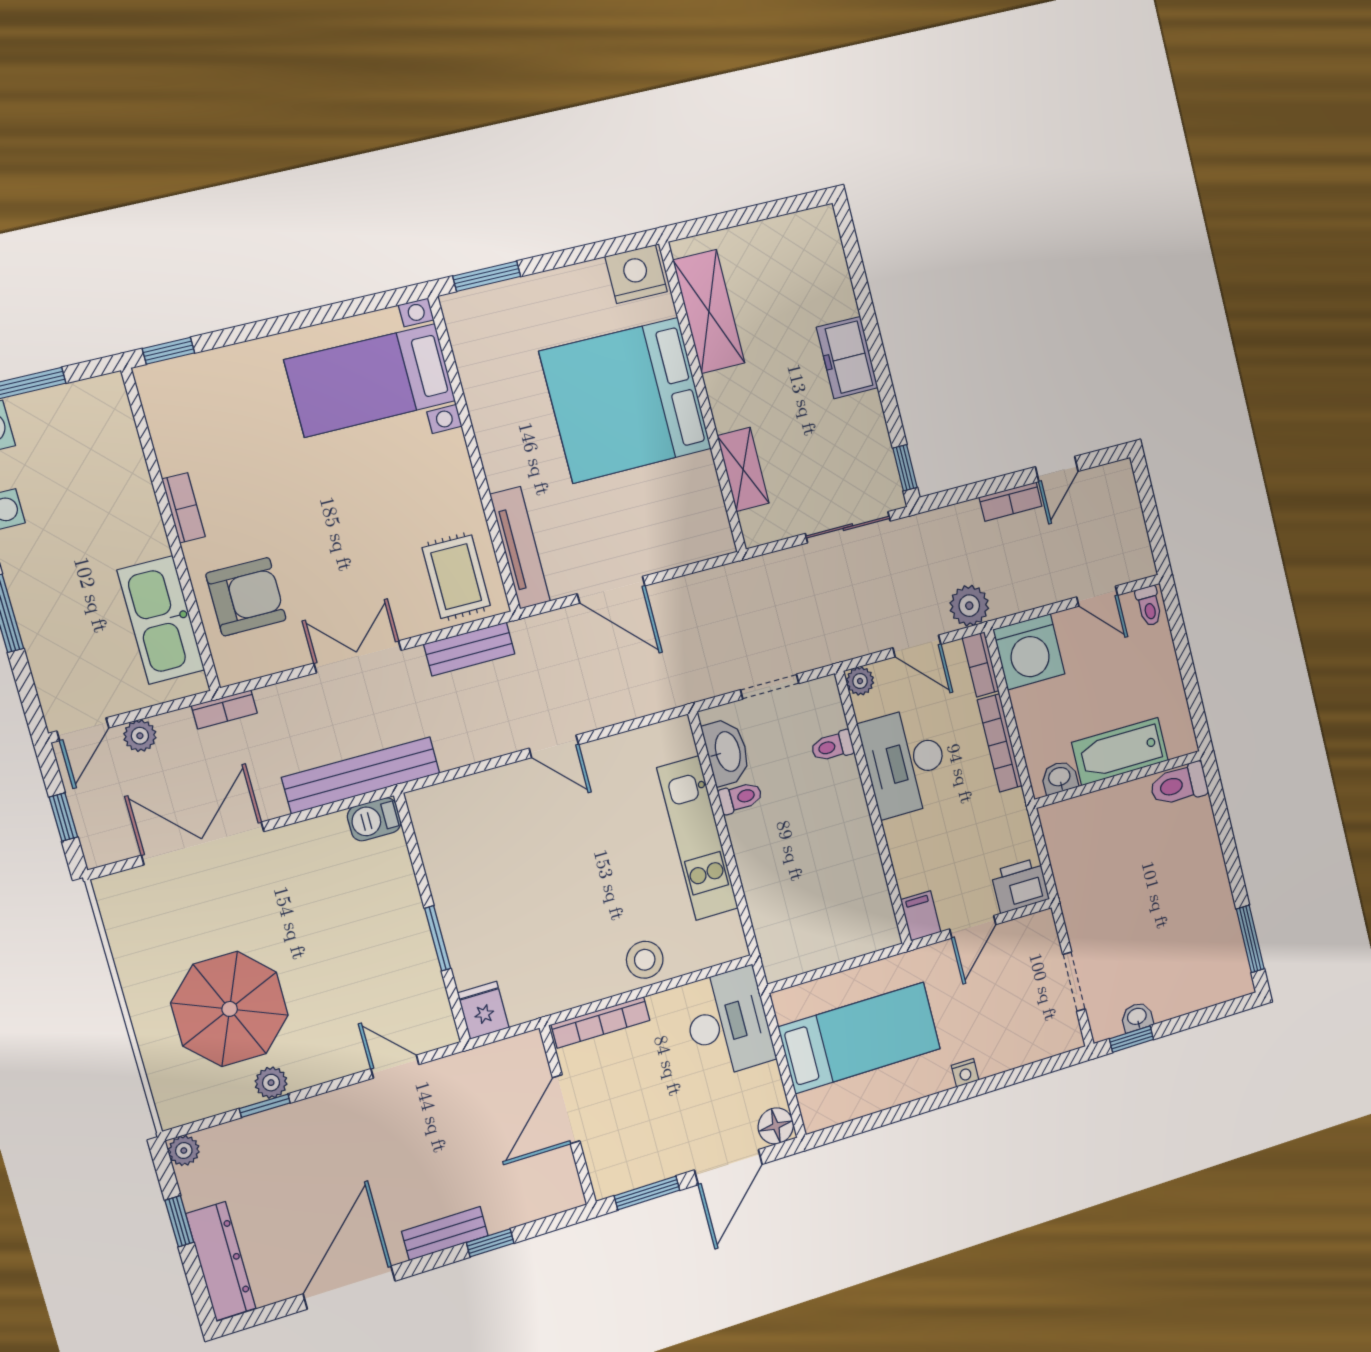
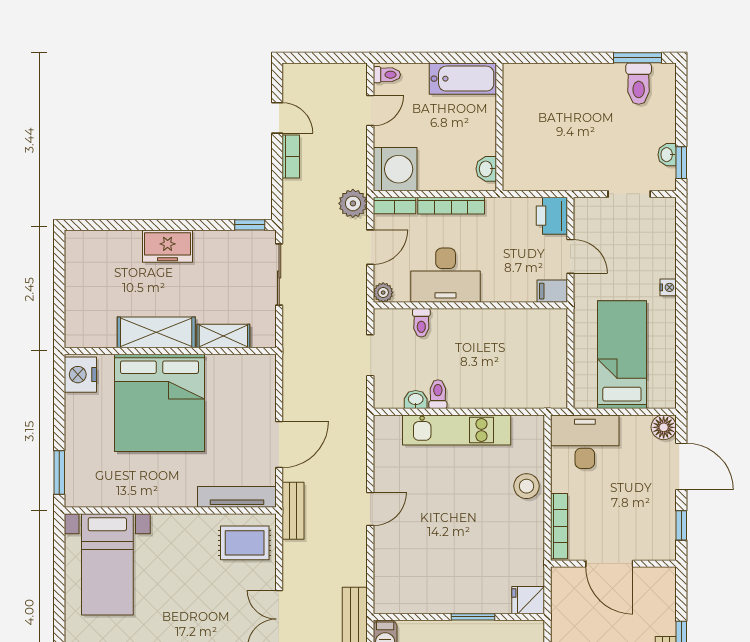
shelving: (709, 312) -> (156, 332), moved
bench: (469, 649) -> (293, 511), moved
washbasin: (727, 752) -> (416, 400), width x0.52, depth x0.69
bathtub: (1120, 752) -> (463, 79), moved, turned -90
toilet: (1179, 784) -> (639, 84), moved
window: (647, 1193) -> (681, 525), width x0.67

